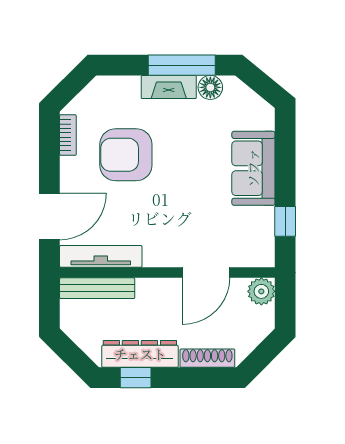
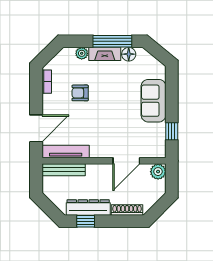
plant: (129, 86) -> (82, 53), added
armchair: (126, 155) -> (80, 93), width x0.53, depth x0.53

